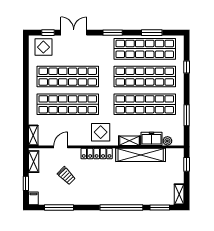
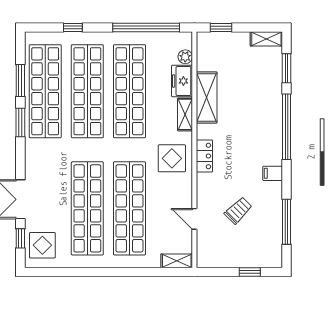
window: (113, 33) -> (20, 122), moved
window: (187, 115) -> (146, 28), width x2.11
locker: (97, 154) -> (204, 156), width x0.66
shelving: (141, 155) -> (207, 97), width x0.68
shelving: (34, 162) -> (217, 260), removed
filing cabinet: (33, 198) -> (273, 173), moved

